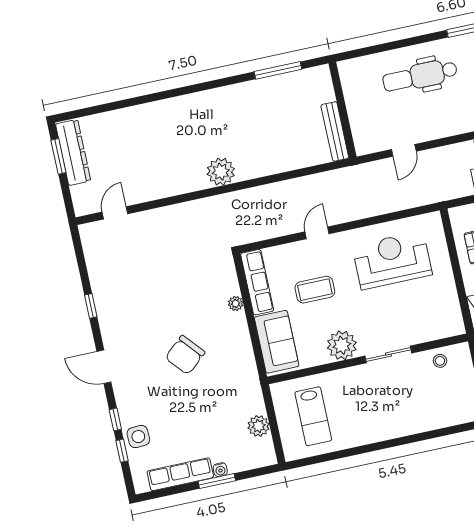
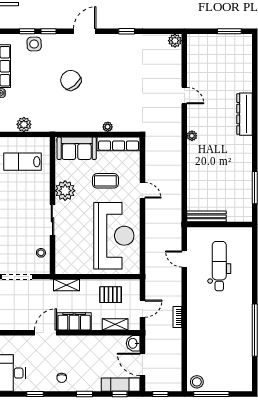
dental chair: (420, 76) -> (219, 266), moved
dresser: (73, 152) -> (245, 114), moved, turned 90
plant: (221, 172) -> (192, 136), width x0.53, depth x0.53
door: (115, 213) -> (184, 95), moved
plant: (89, 233) -> (175, 41), added
reception desk: (392, 260) -> (114, 236), width x1.36, depth x1.30
coffee table: (315, 290) -> (105, 181), turned 90
chair: (185, 355) -> (71, 80), moved

